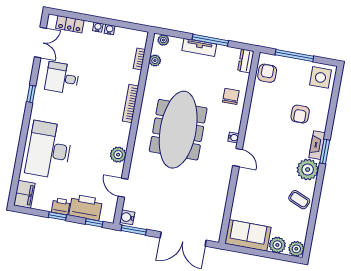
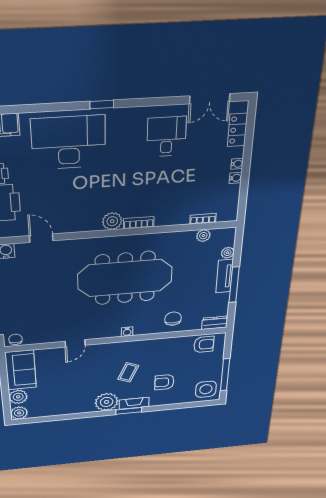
plant: (163, 40) -> (228, 253), moved
window: (294, 55) -> (225, 375), moved
window: (31, 94) -> (102, 105), moved
chair: (231, 96) -> (173, 319), turned -90
bookcase: (131, 103) -> (139, 223), width x0.64
plant: (118, 155) -> (112, 221), moved
door: (238, 158) -> (75, 343), moved
door: (123, 188) -> (41, 238), hinge flipped
coffee table: (299, 200) -> (128, 372), moved
chair: (214, 231) -> (15, 339), added

